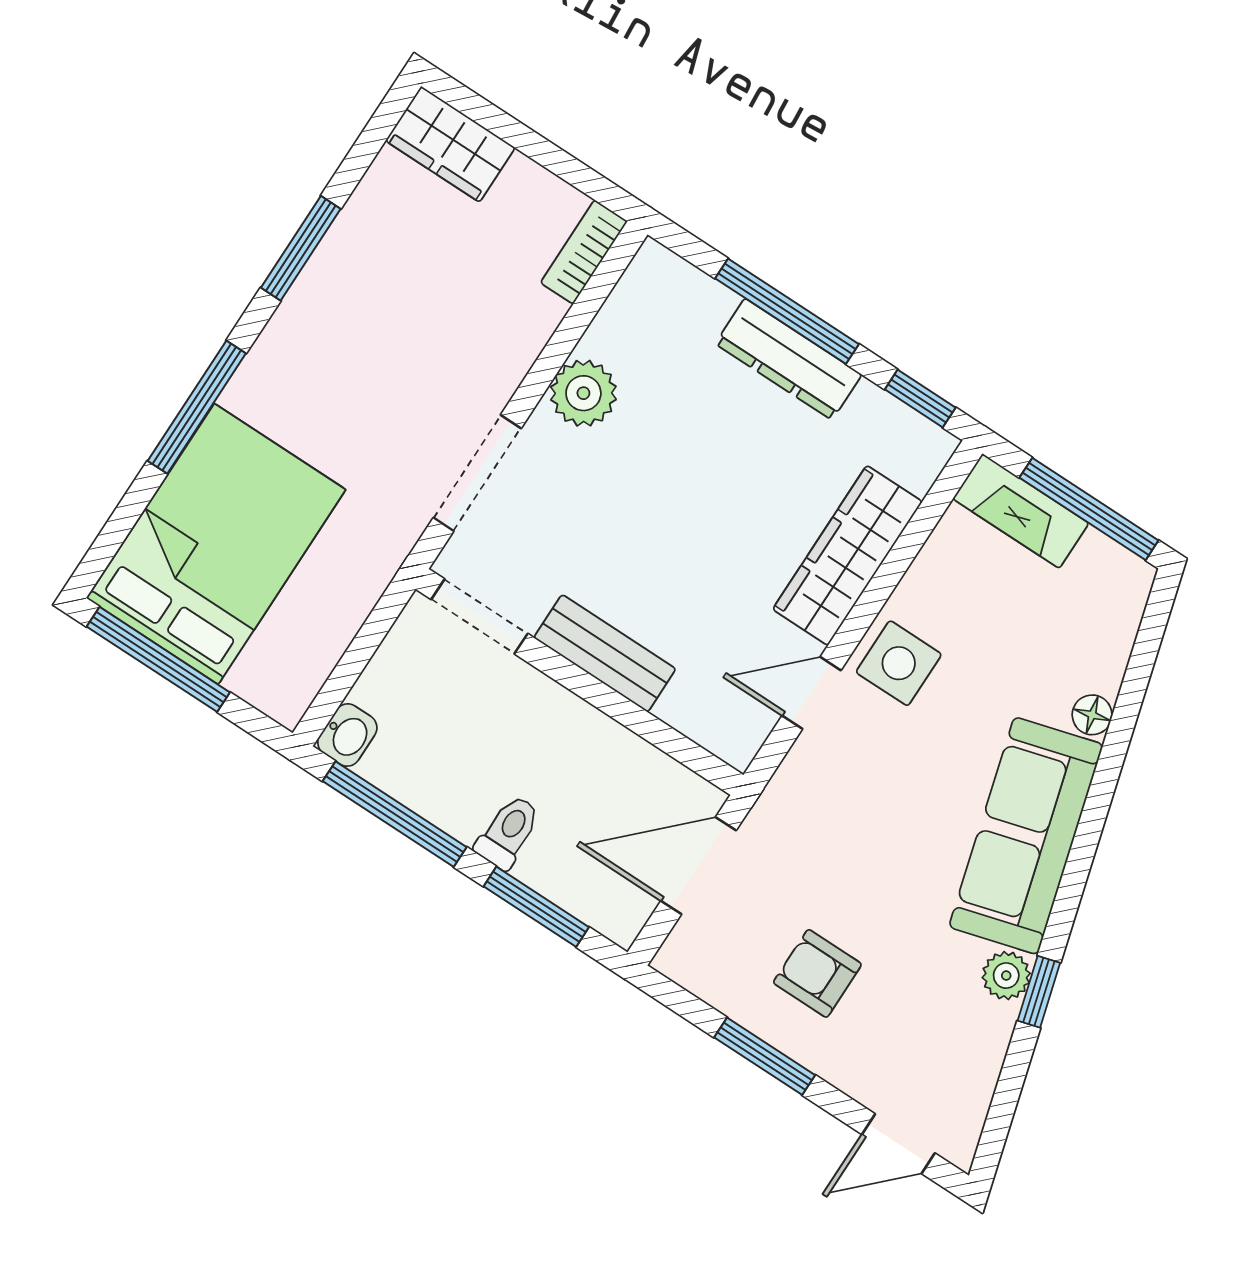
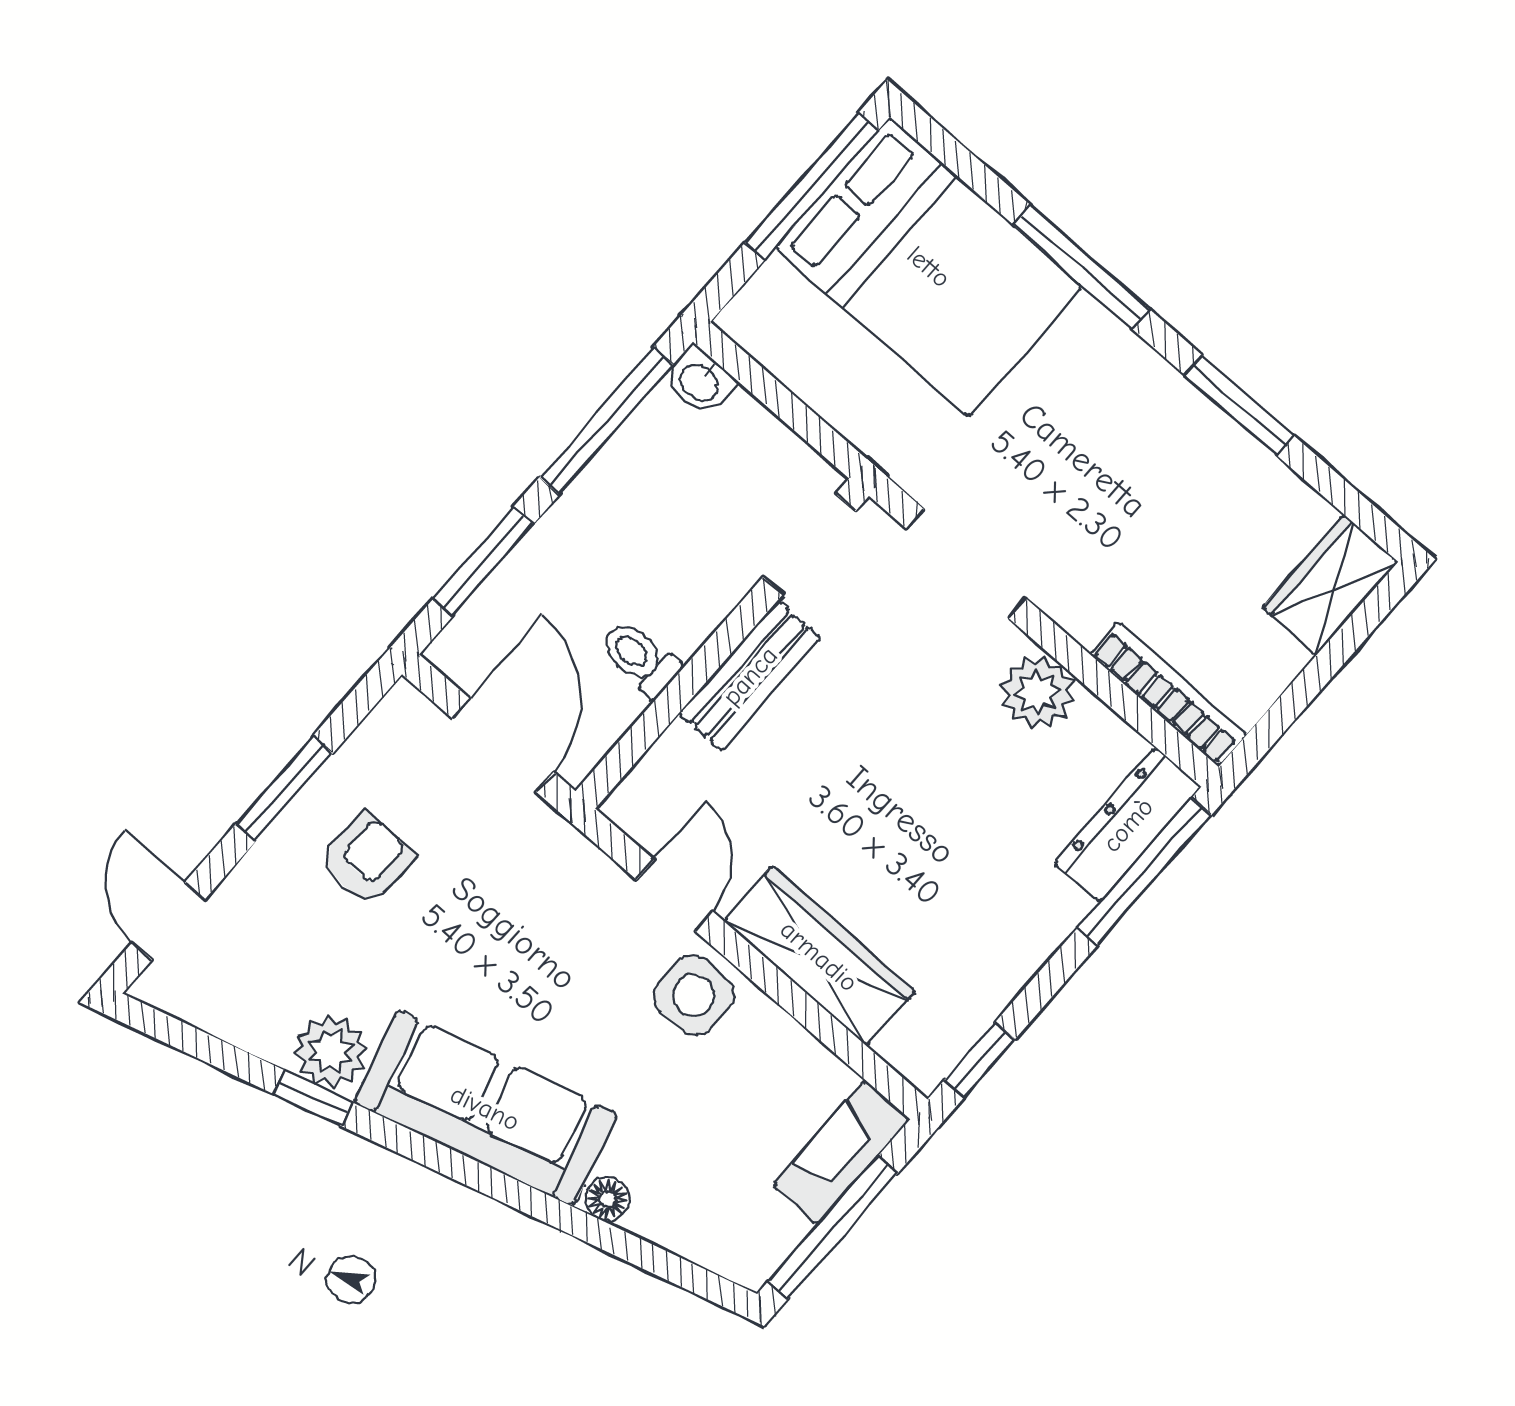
bookcase: (584, 252) -> (1168, 694), width x1.56
window: (787, 311) -> (1144, 871), moved
dresser: (788, 359) -> (1128, 825), moved
toilet: (508, 832) -> (640, 658), moved, turned 180
plant: (1006, 976) -> (331, 1052), width x1.38, depth x1.38

